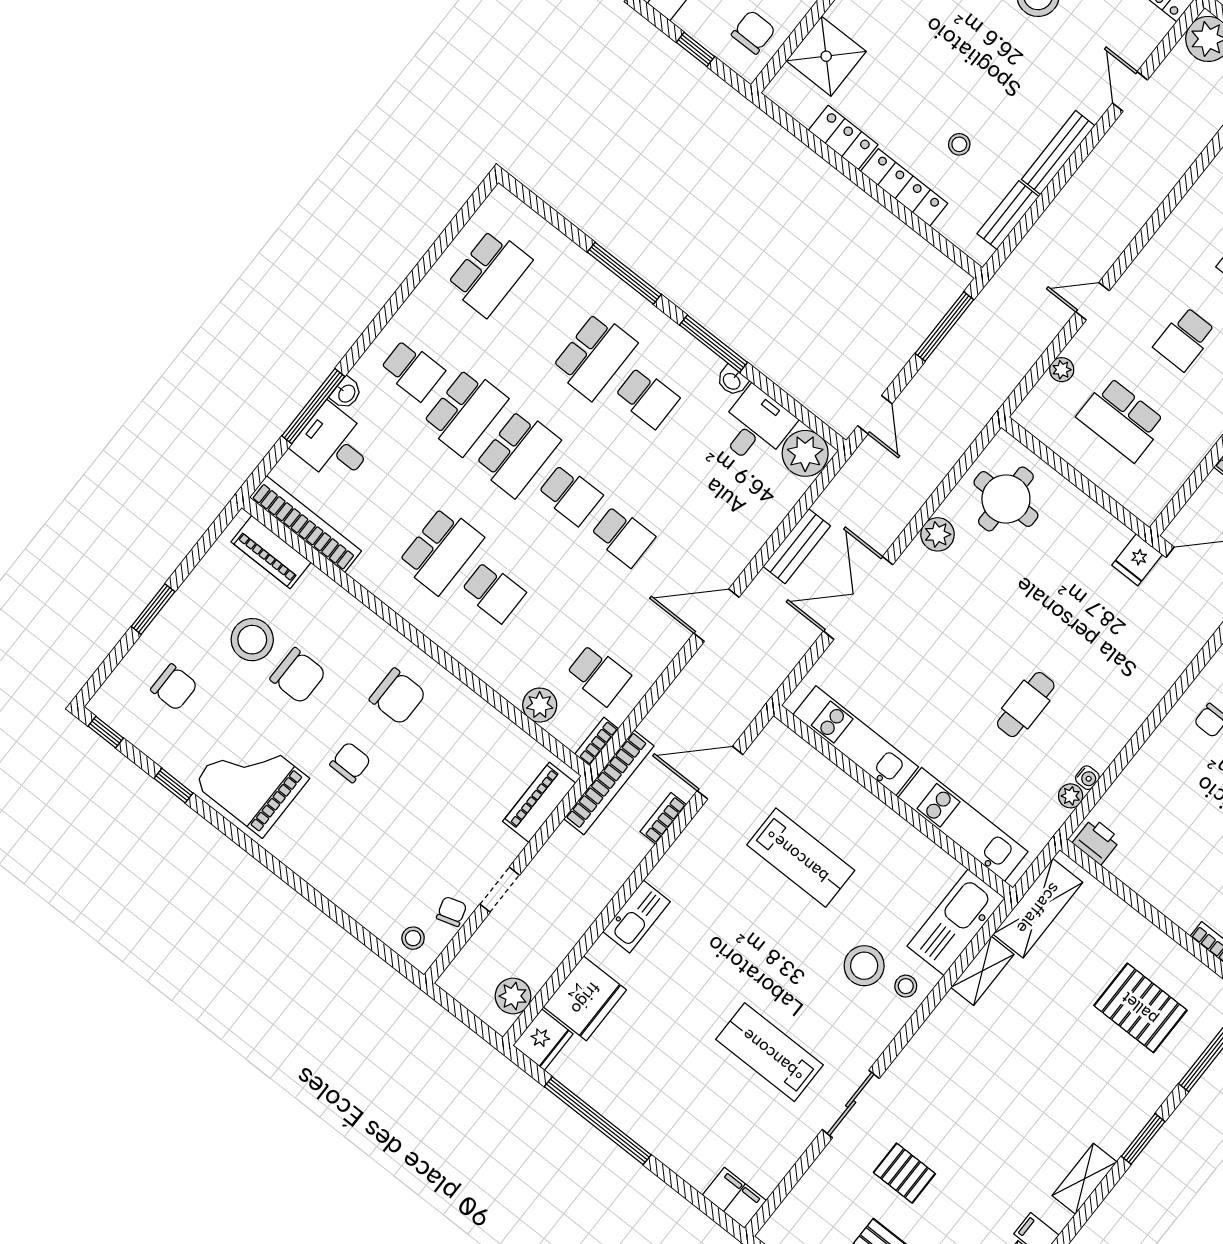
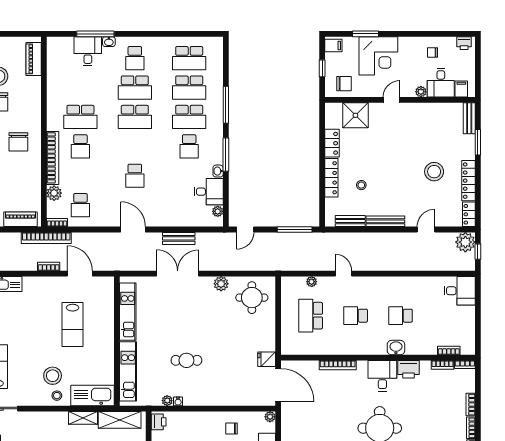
plant: (805, 453) -> (218, 211), width x0.53, depth x0.53
school desk: (570, 495) -> (189, 88), moved, width x1.85
bookcase: (305, 524) -> (53, 158), moved

